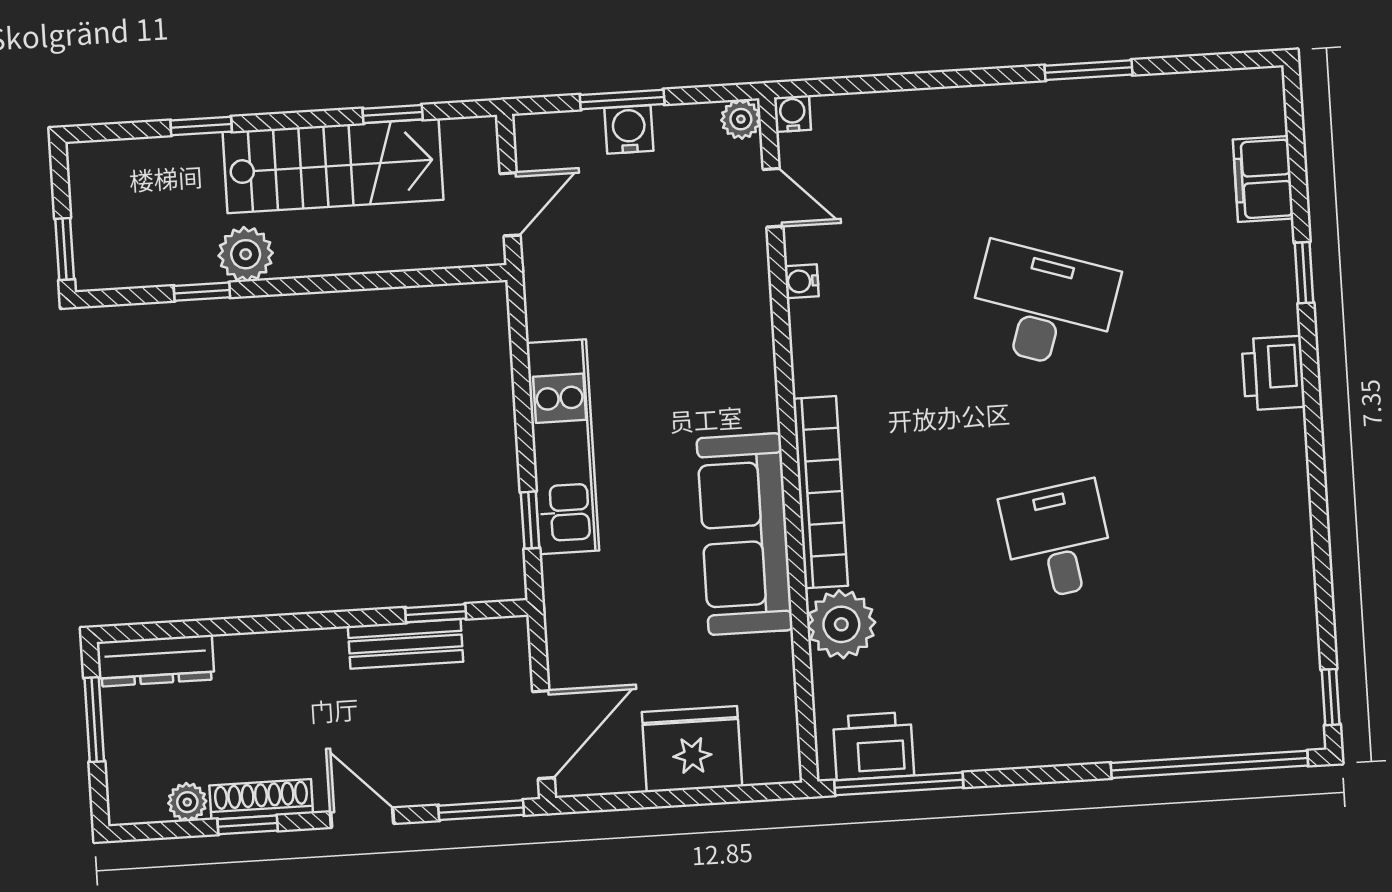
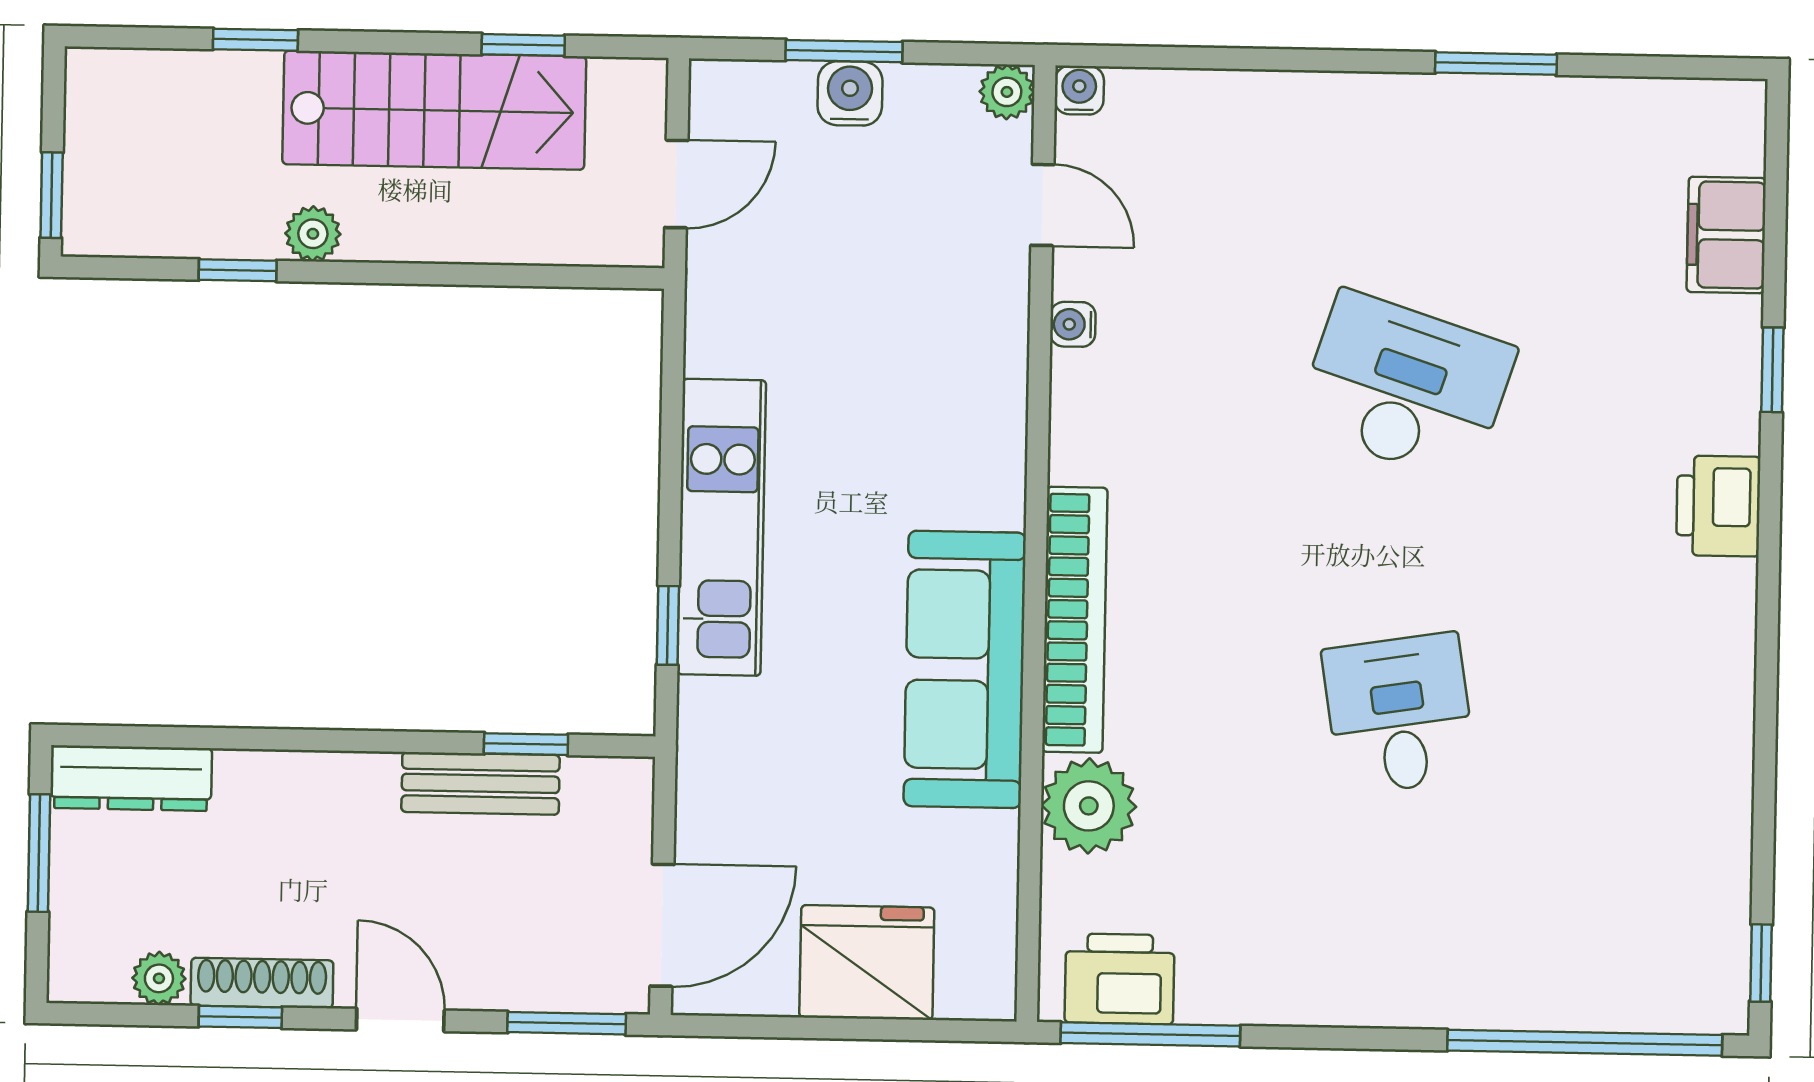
plant: (246, 254) -> (313, 234), width x0.73, depth x0.73

